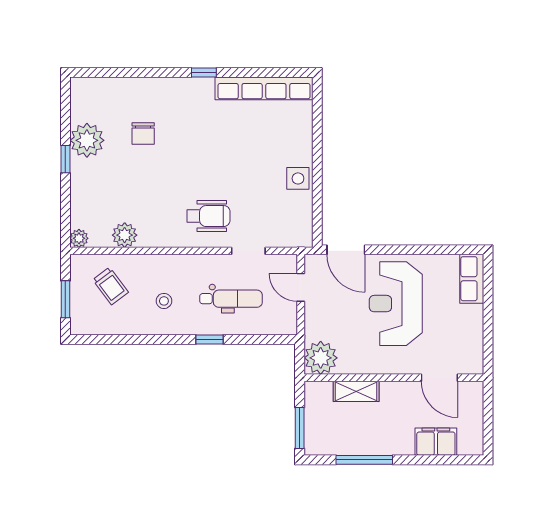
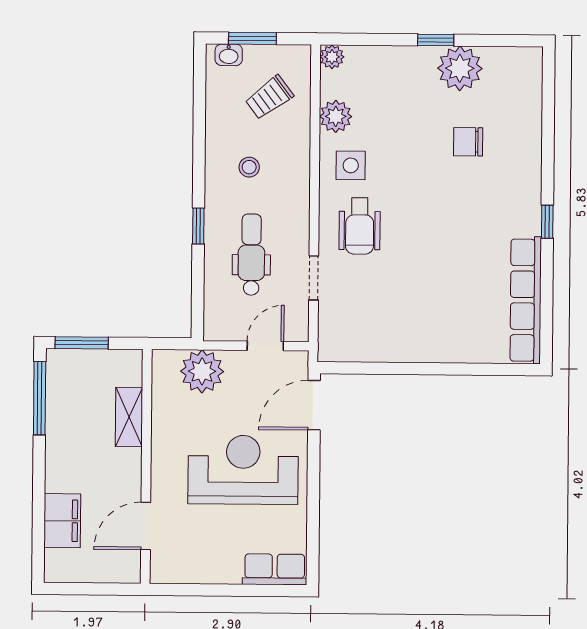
side table: (298, 178) -> (351, 165), moved
dental chair: (231, 299) -> (251, 255), turned 180
washbasin: (78, 317) -> (229, 55), added
plant: (321, 358) -> (202, 371), moved
window: (364, 460) -> (40, 398), moved

